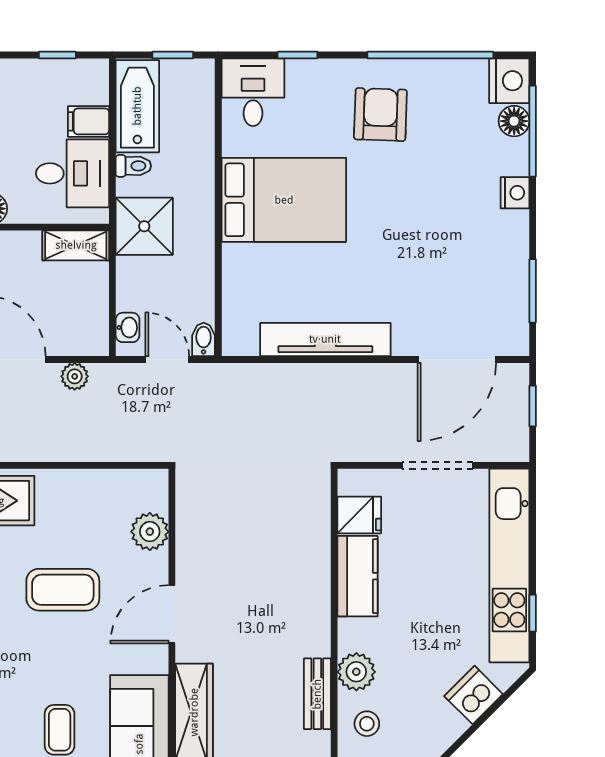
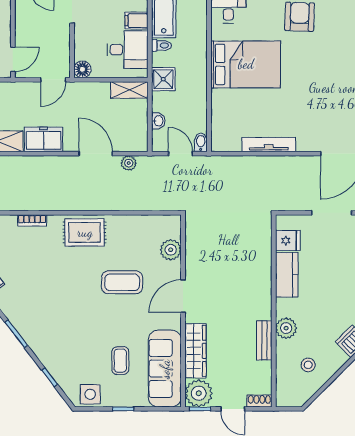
shower: (144, 226) -> (163, 79), width x0.73, depth x0.73
washbasin: (128, 327) -> (158, 121), moved
tv unit: (325, 339) -> (269, 145), width x0.73, depth x0.78
stool: (367, 724) -> (308, 365), moved

